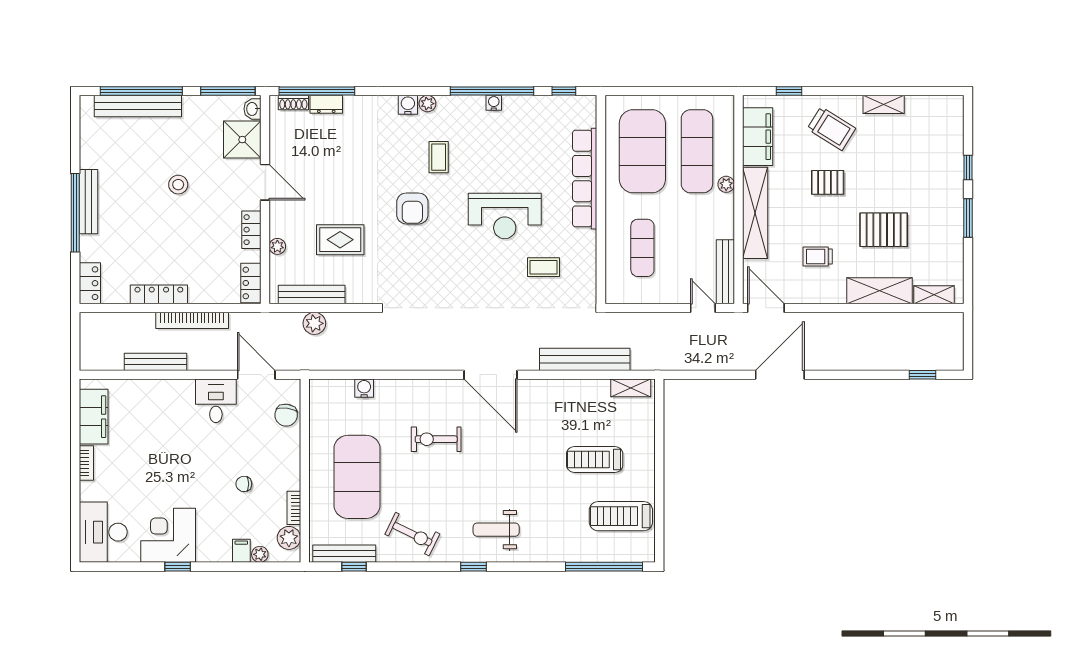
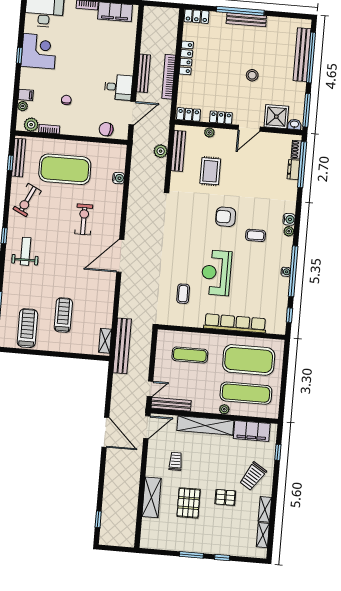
pallet: (828, 182) -> (225, 497), moved, turned 90
shelving: (934, 295) -> (263, 535), moved
bench: (585, 359) -> (122, 346), moved
bench: (156, 362) -> (143, 73), moved

